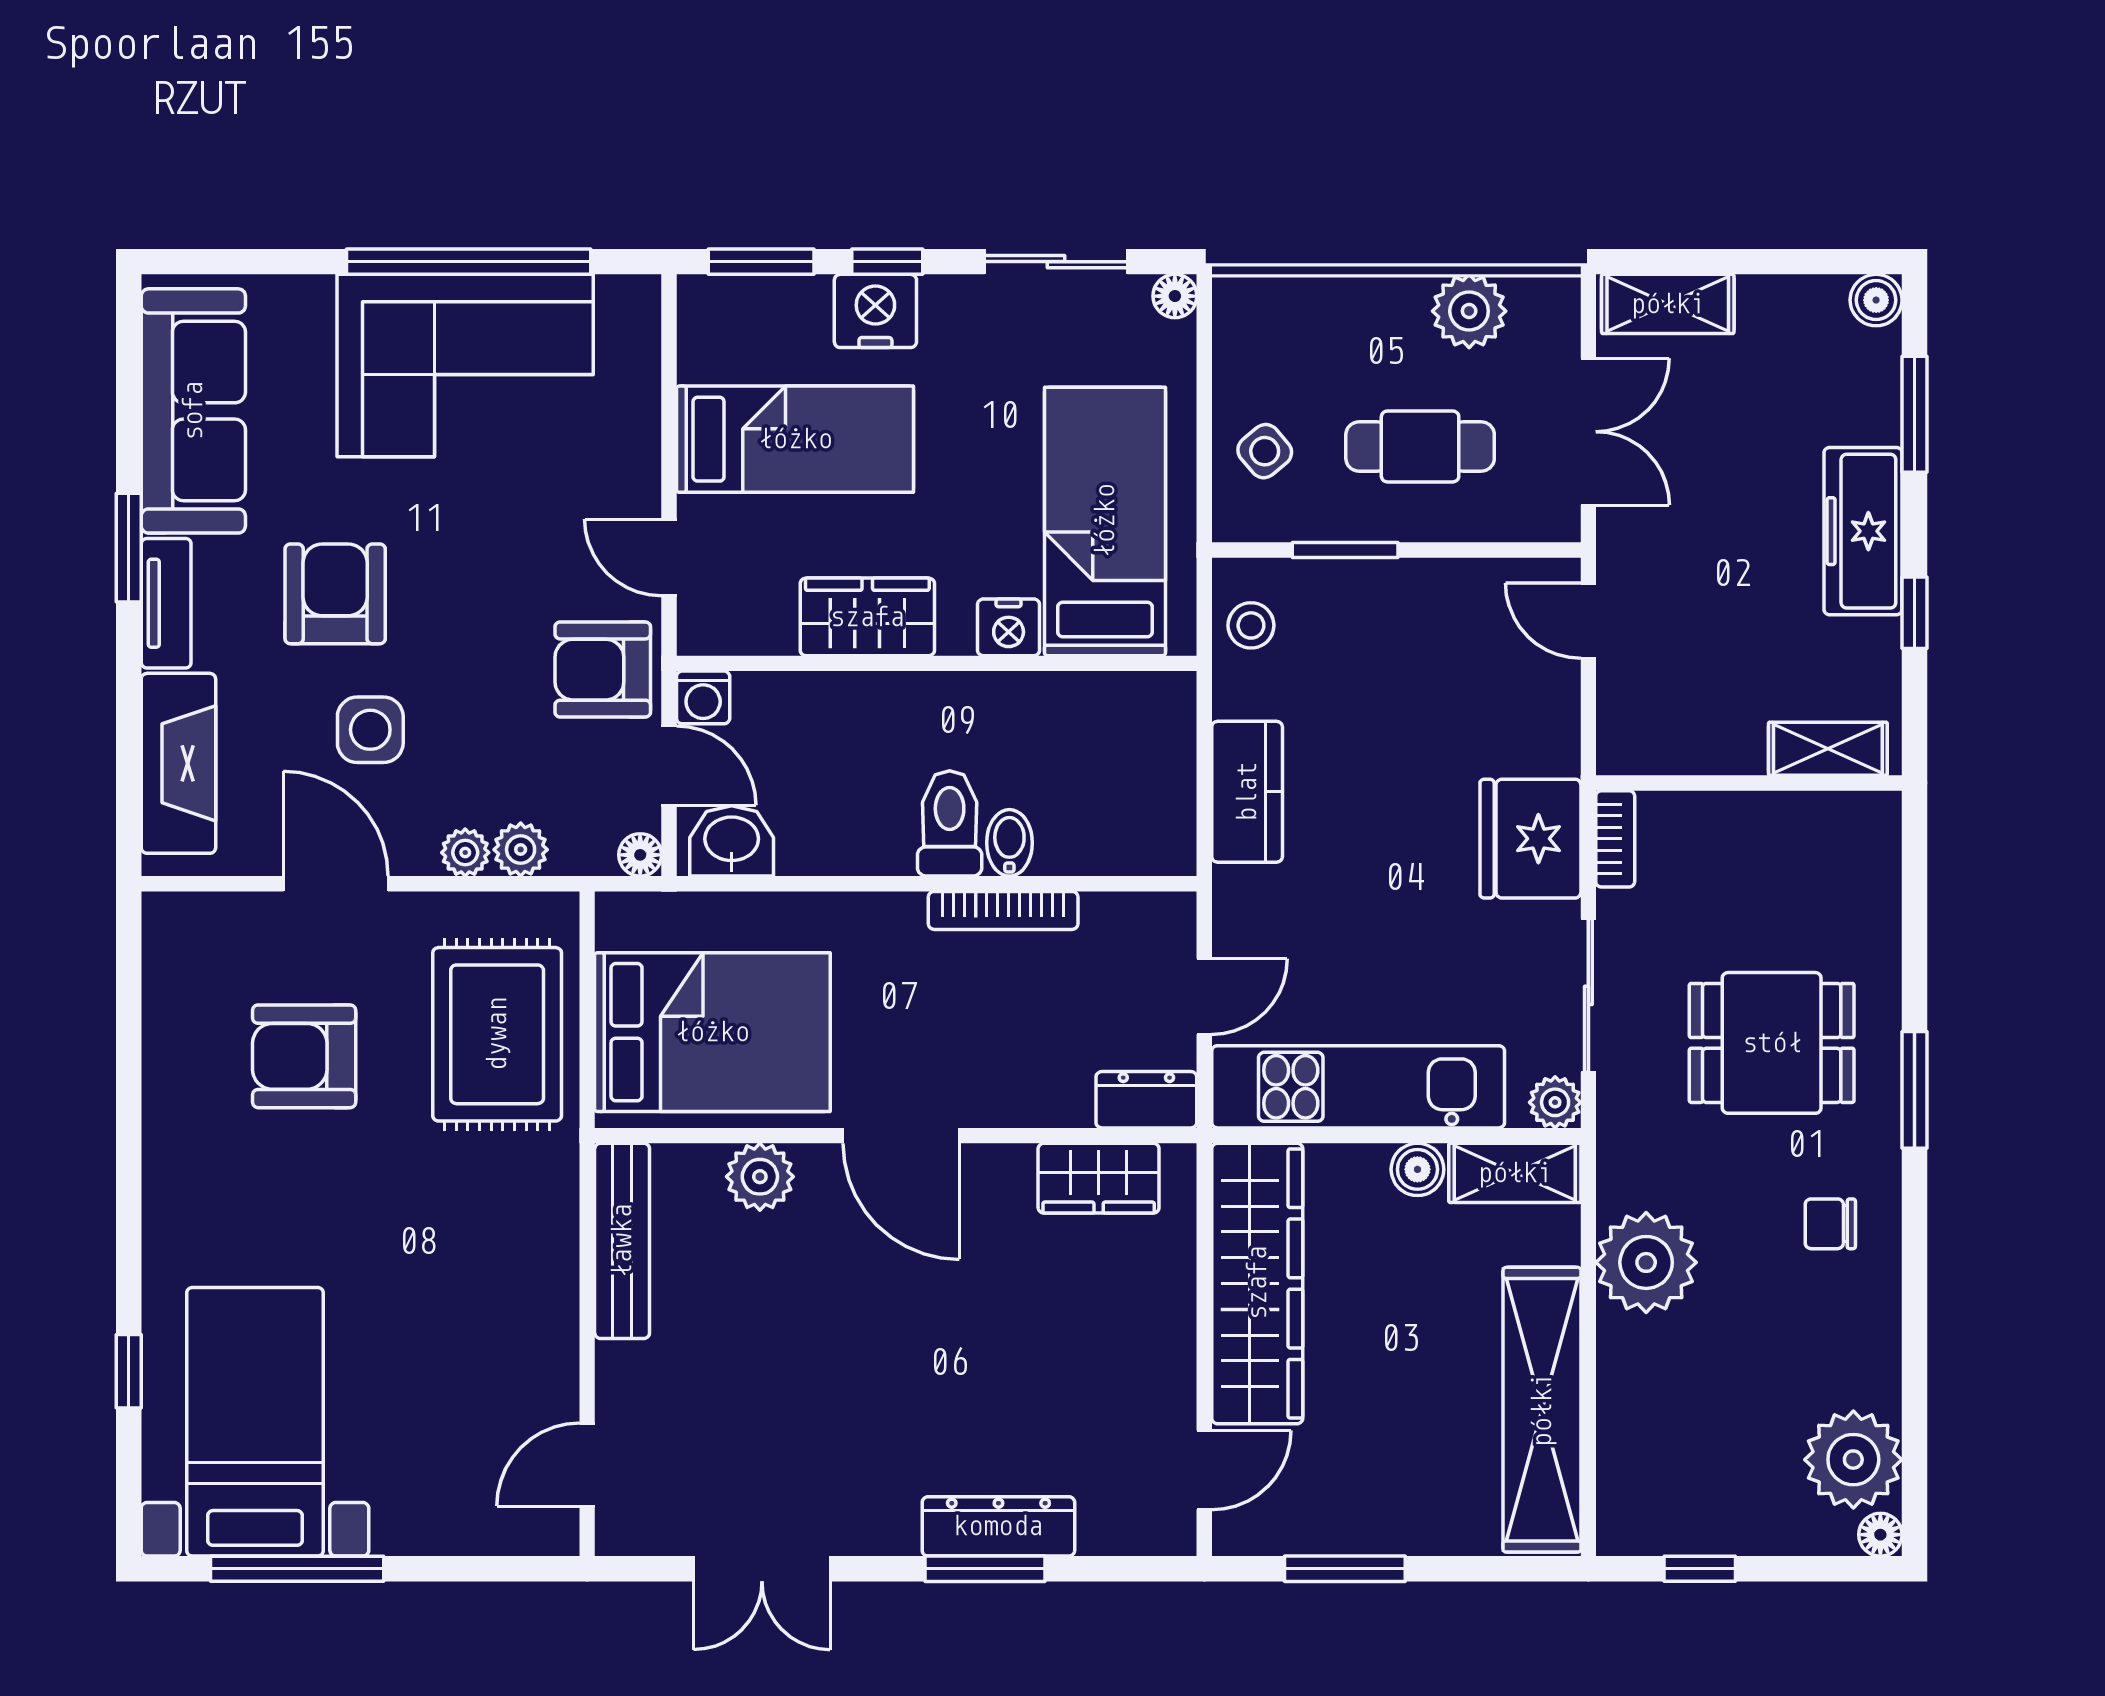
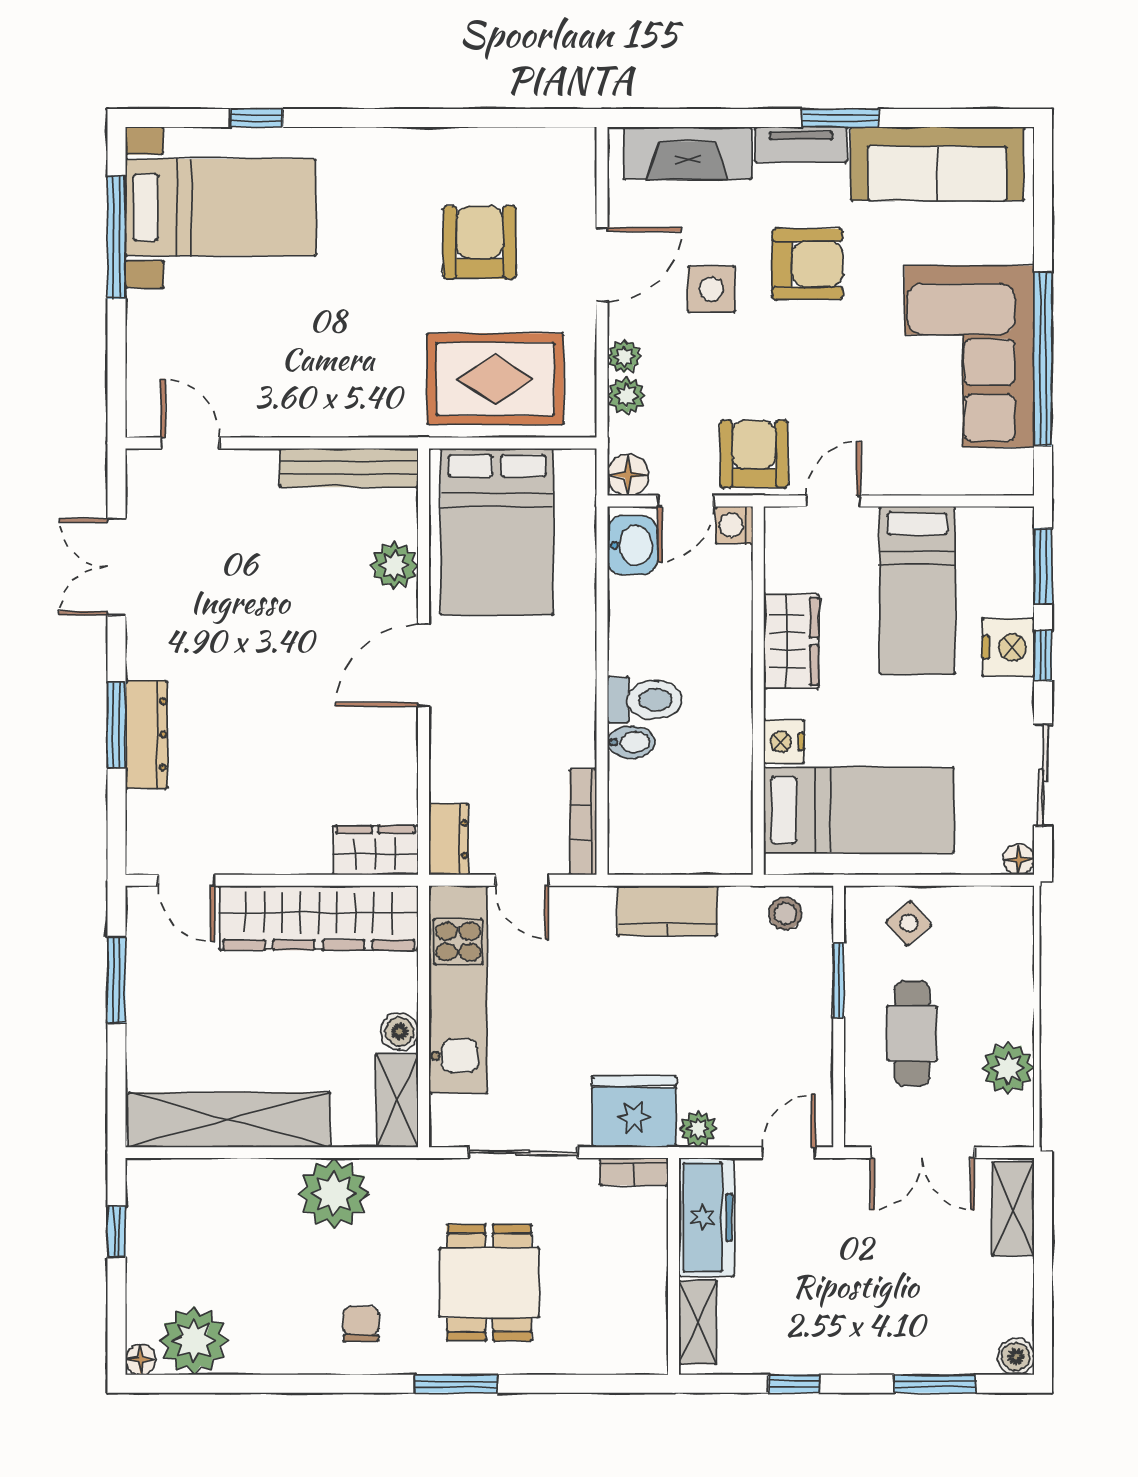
freezer: (1863, 531) -> (706, 1217), moved, turned 90
floor lamp: (640, 855) -> (628, 475), width x1.37, depth x1.37
bookcase: (1003, 910) -> (583, 822), moved
plant: (1555, 1102) -> (698, 1129), moved
wardrobe: (1099, 1178) -> (375, 850), moved, turned 90

